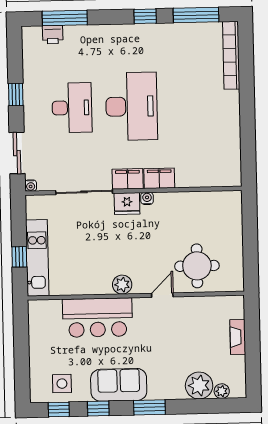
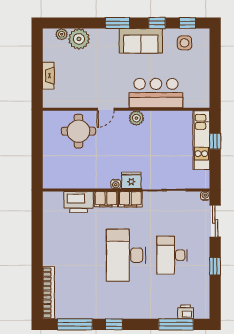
printer: (195, 174) -> (79, 202), added

